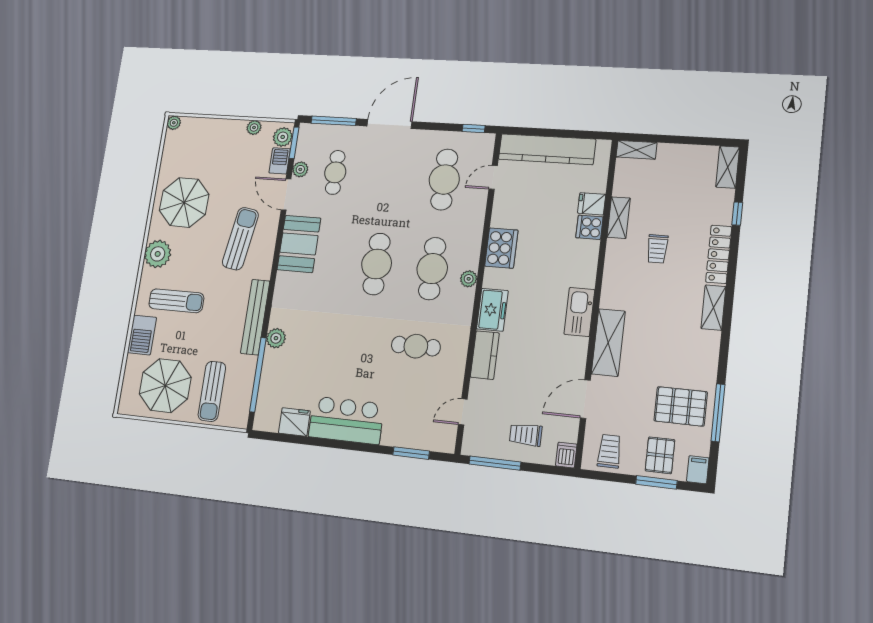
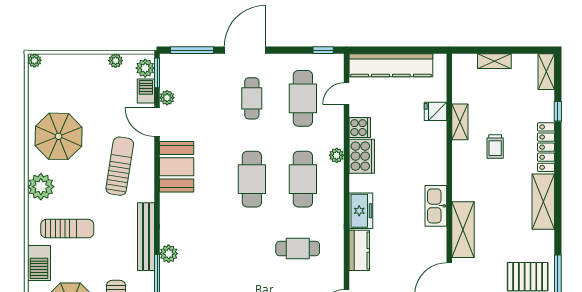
shelving: (636, 150) -> (494, 61), moved
cafe table: (335, 172) -> (252, 98), moved
cooker: (589, 227) -> (360, 128), moved, turned 180
plant: (469, 279) -> (337, 155), moved
shelving: (713, 308) -> (543, 202), width x1.50, depth x1.33

